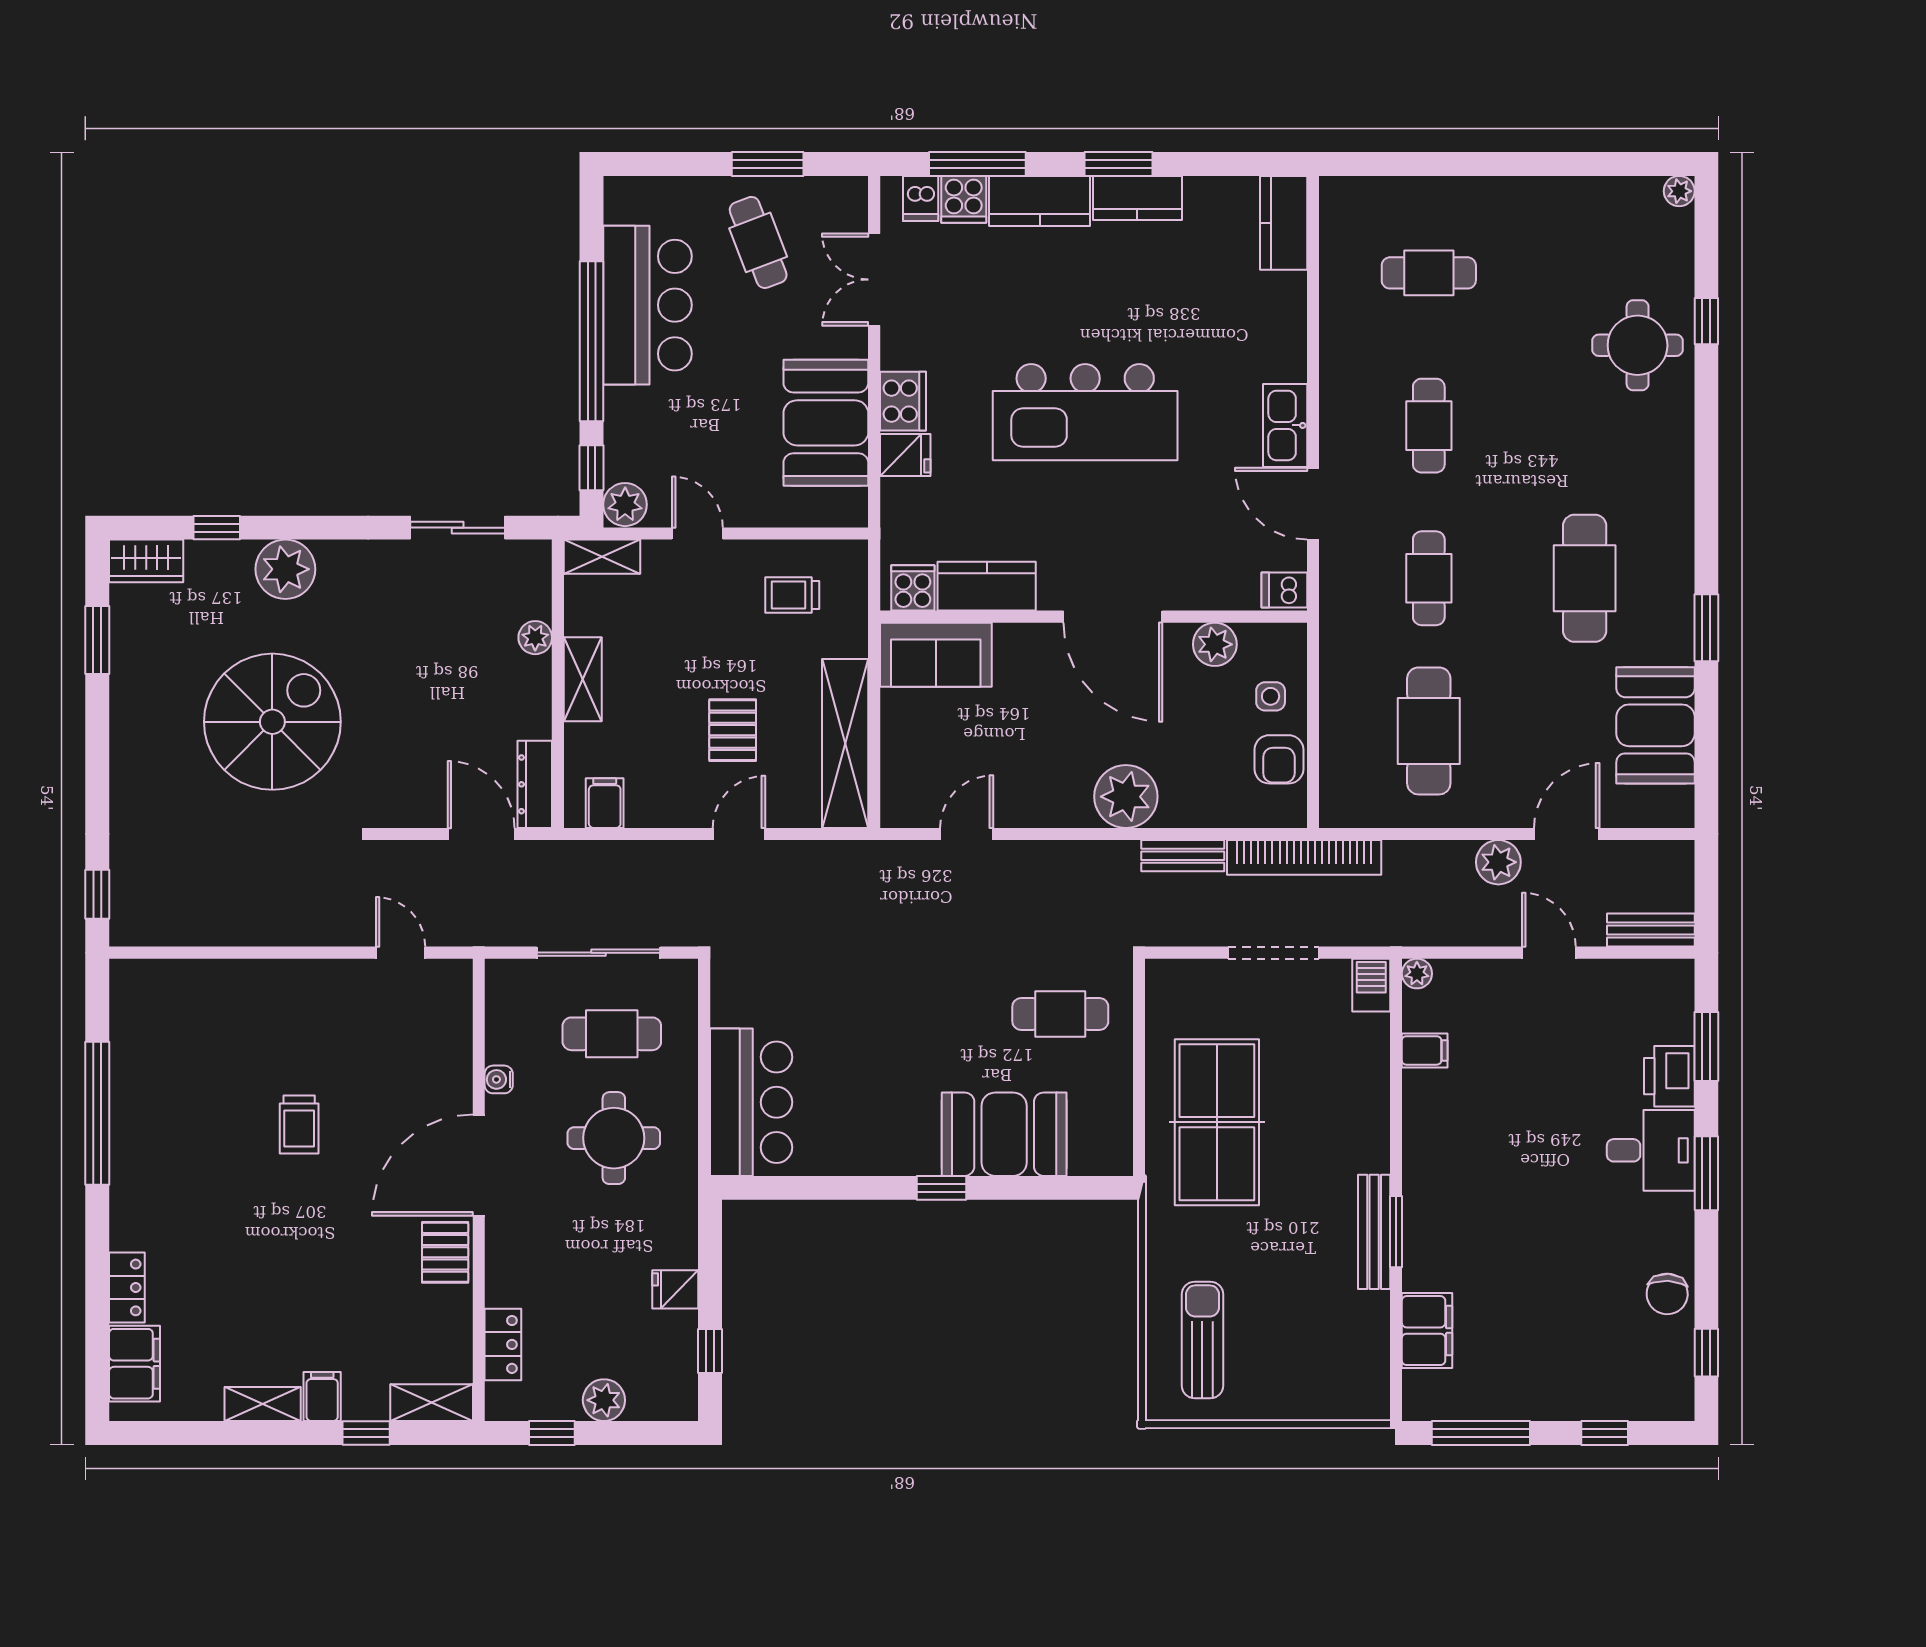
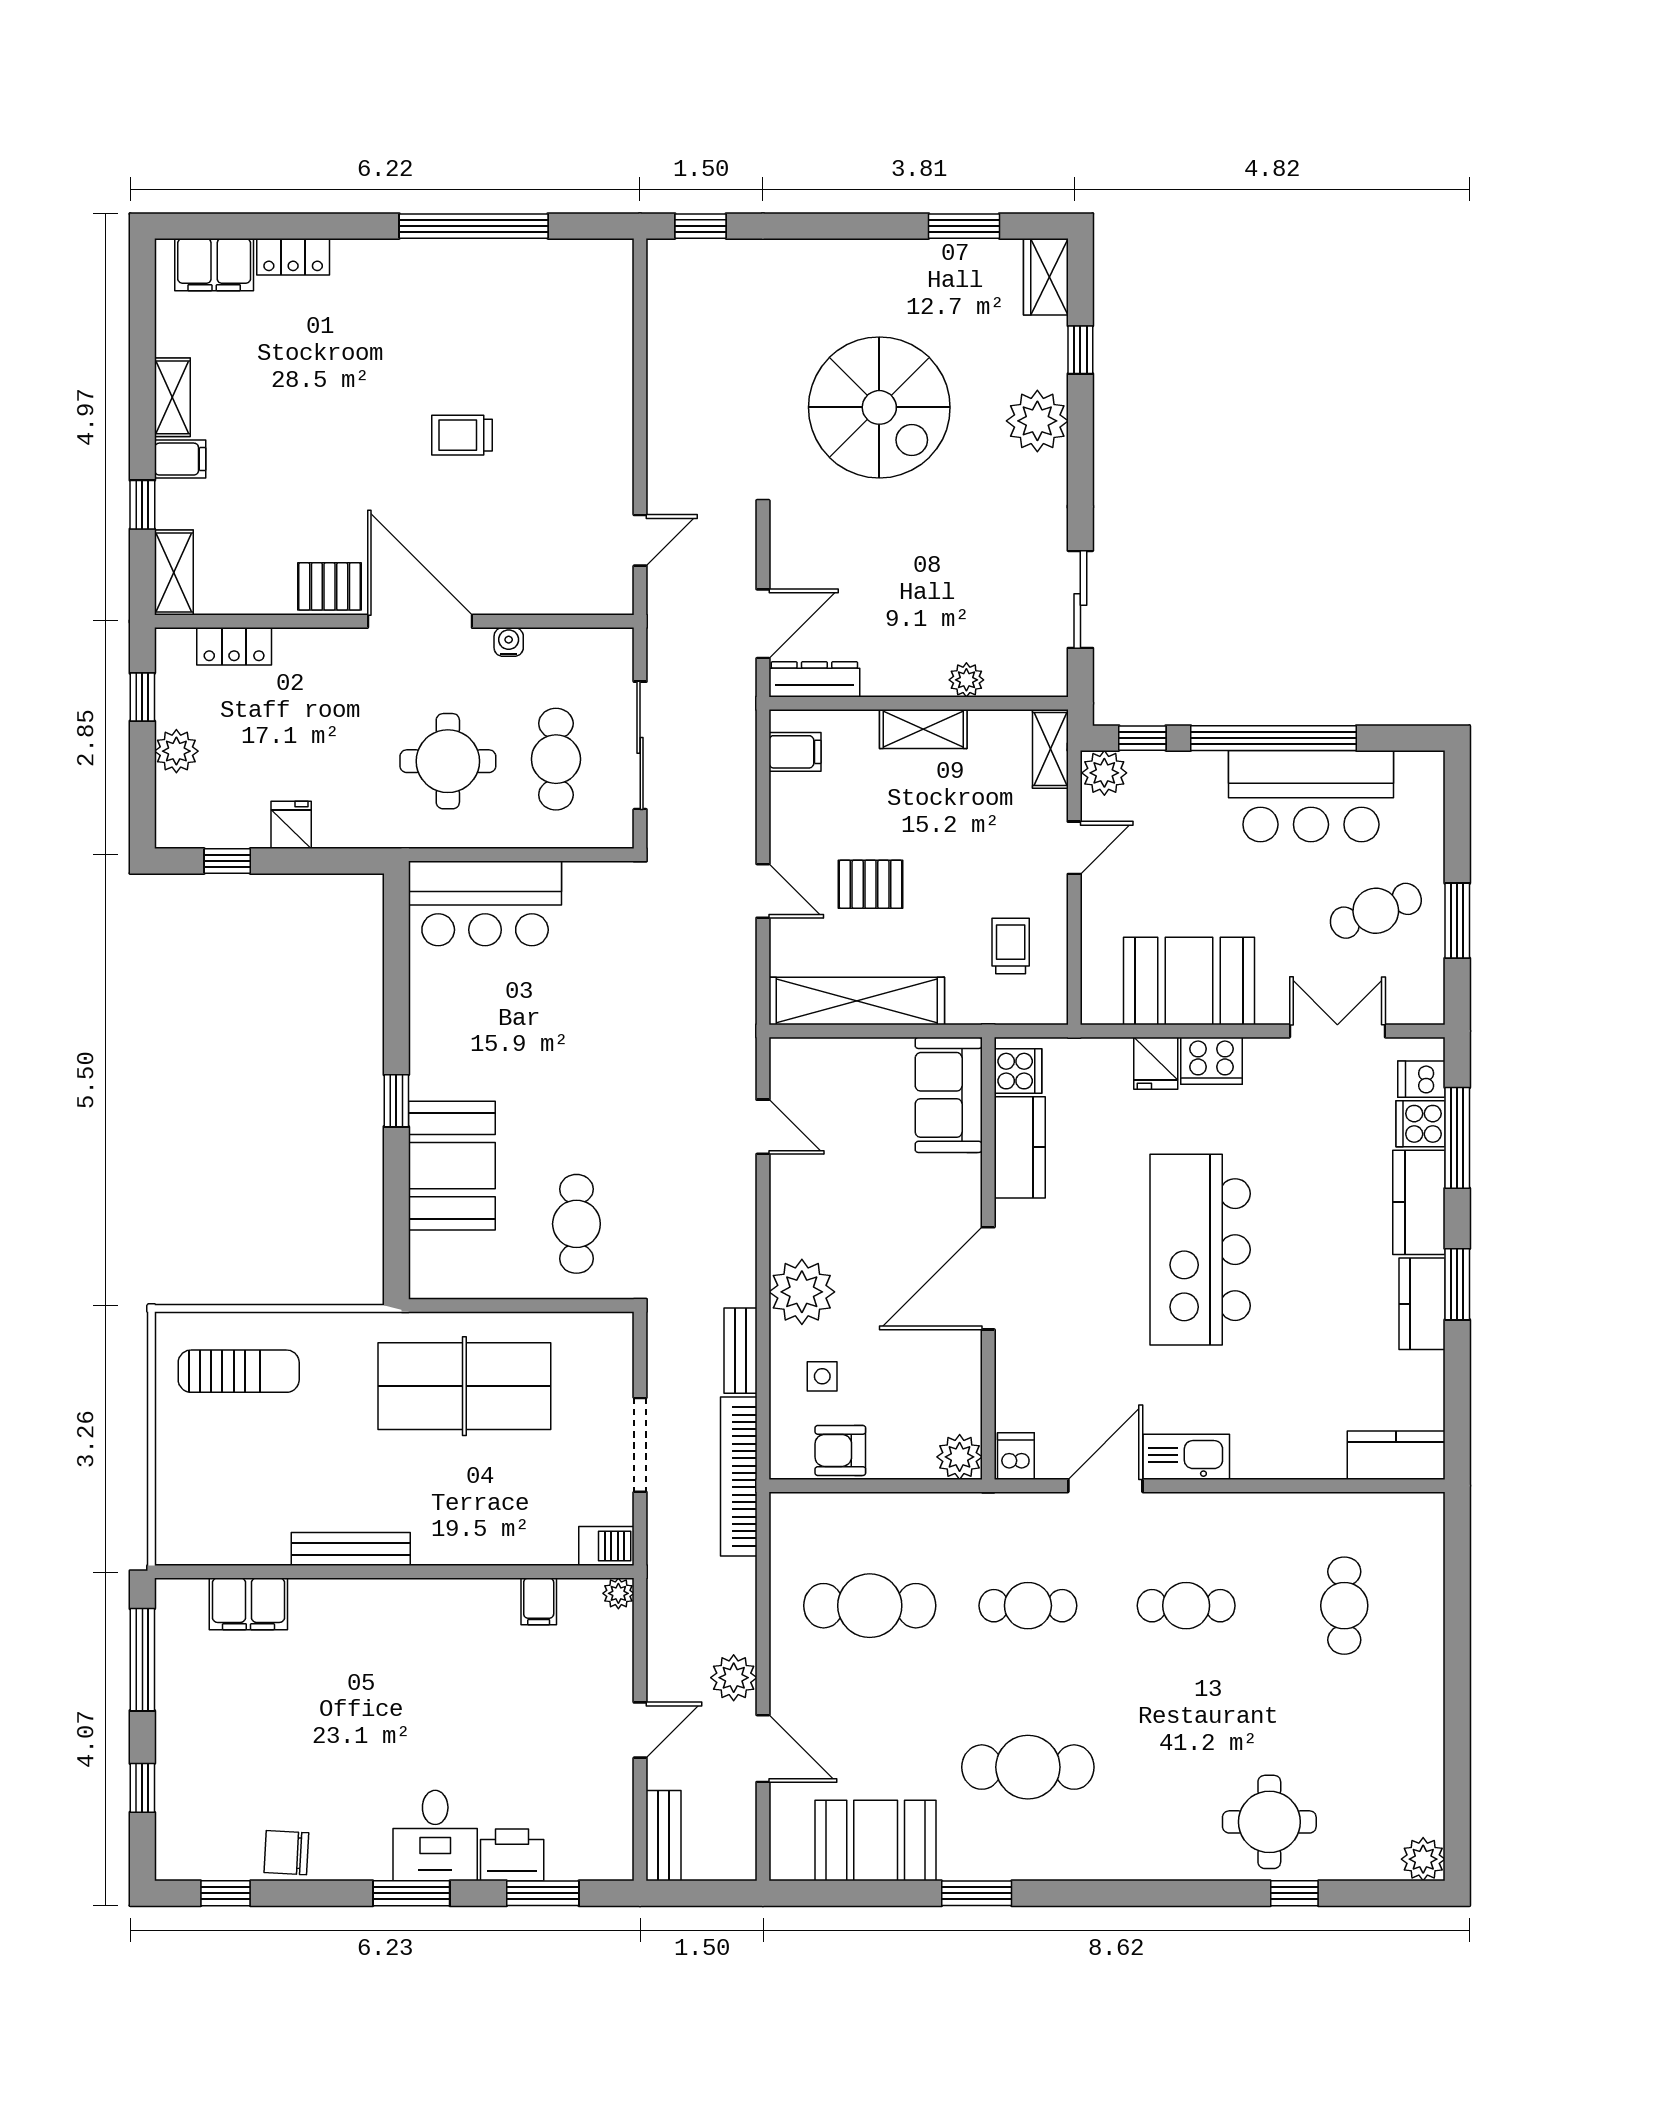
plant: (1679, 191) -> (1423, 1859), width x1.38, depth x1.38
plant: (1215, 644) -> (960, 1457), moved
side table: (1271, 696) -> (822, 1376), moved
window: (1396, 1232) -> (351, 1572), removed

